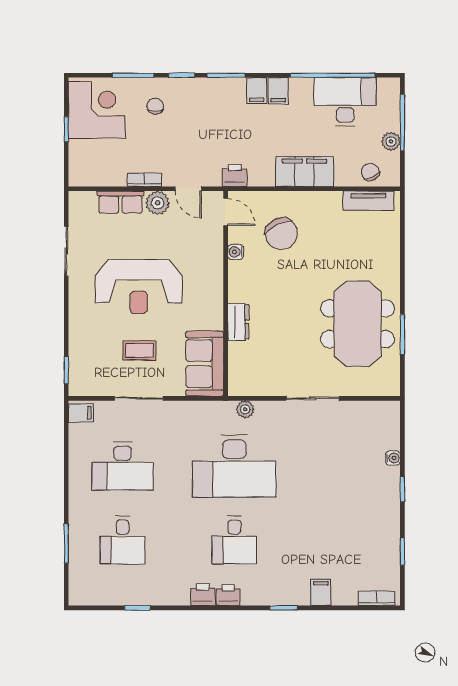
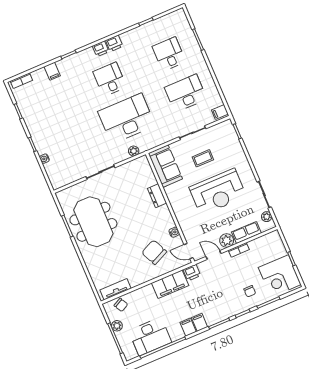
filing cabinet: (304, 172) -> (170, 284), moved
plant: (77, 214) -> (267, 217), added
reception desk: (139, 287) -> (218, 192), turned 180

